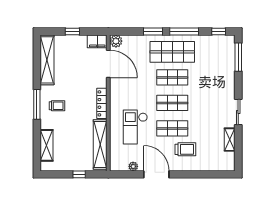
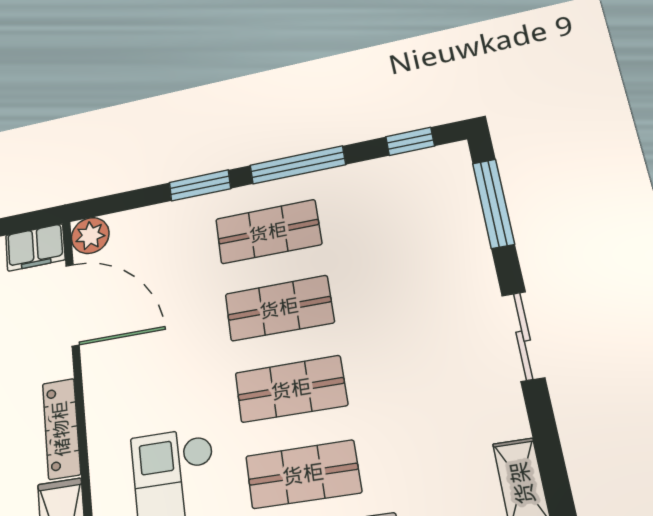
shop shelf: (172, 52) -> (268, 232), width x0.70, depth x0.74
sliding door: (238, 112) -> (523, 336), moved

